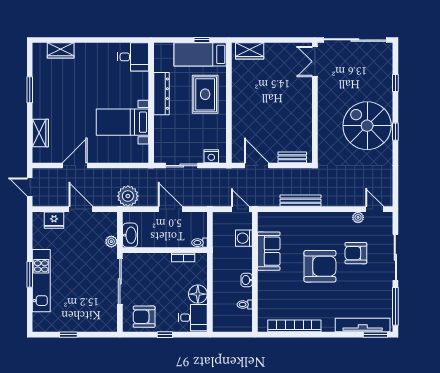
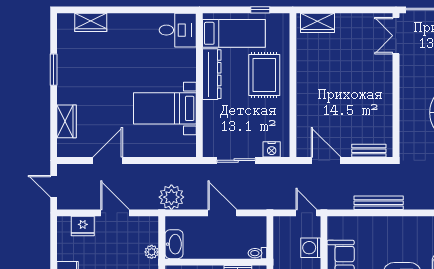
bed: (200, 54) -> (234, 33), moved, turned 180

